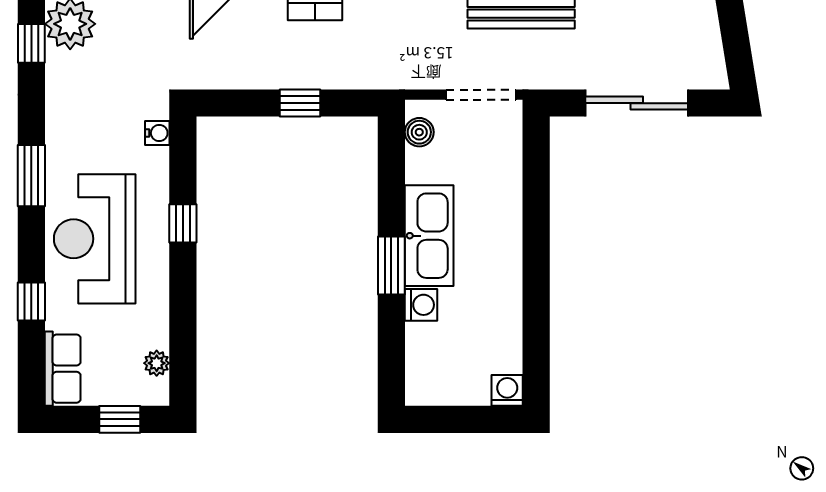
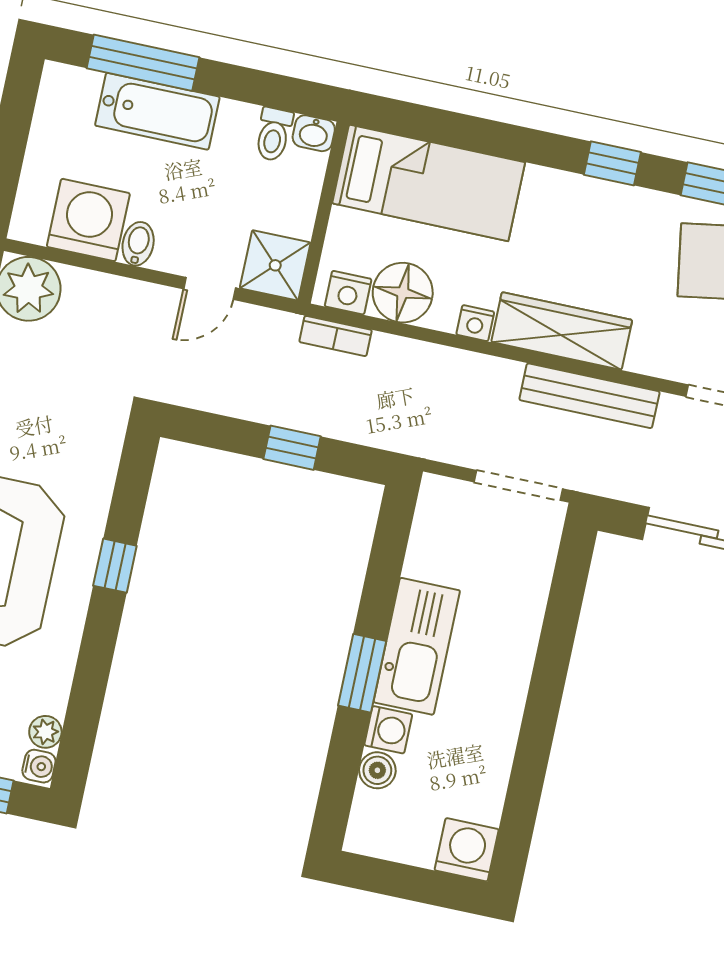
boiler: (419, 132) -> (377, 770), moved
water cooler: (157, 133) -> (39, 766), moved
washing machine: (507, 390) -> (467, 850), width x1.38, depth x1.38

